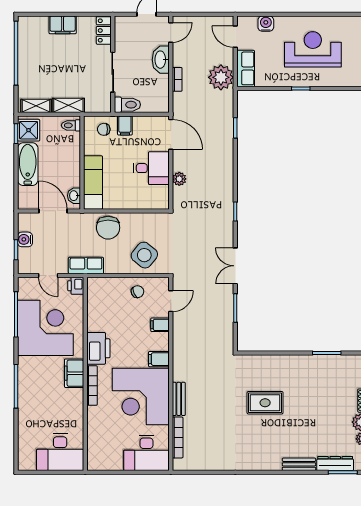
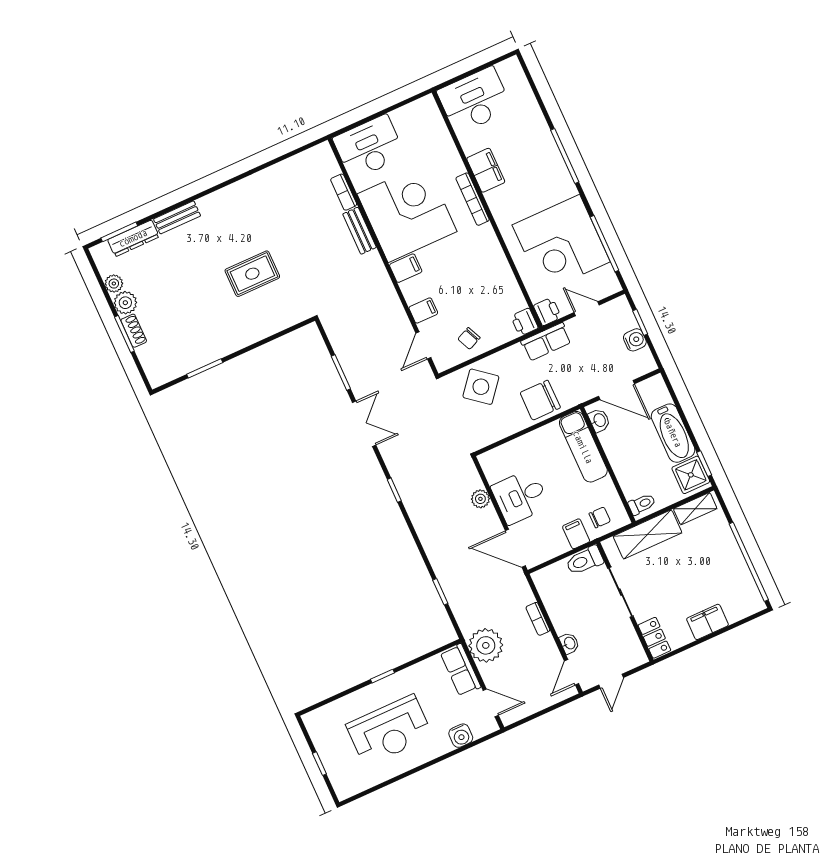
washbasin: (161, 60) -> (569, 643), width x0.52, depth x0.69
shelving: (68, 105) -> (648, 534), width x1.50, depth x1.33
chair: (108, 228) -> (540, 400), turned -90
printer: (98, 348) -> (524, 322), moved, width x0.53, depth x0.68
filing cabinet: (74, 373) -> (486, 170), moved
bookcase: (178, 437) -> (344, 192), width x0.64

